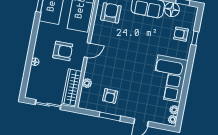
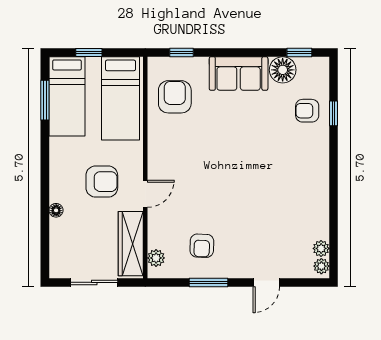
door: (87, 50) -> (145, 194), moved
corner sofa: (169, 78) -> (301, 194), removed
plant: (87, 83) -> (156, 258), moved

